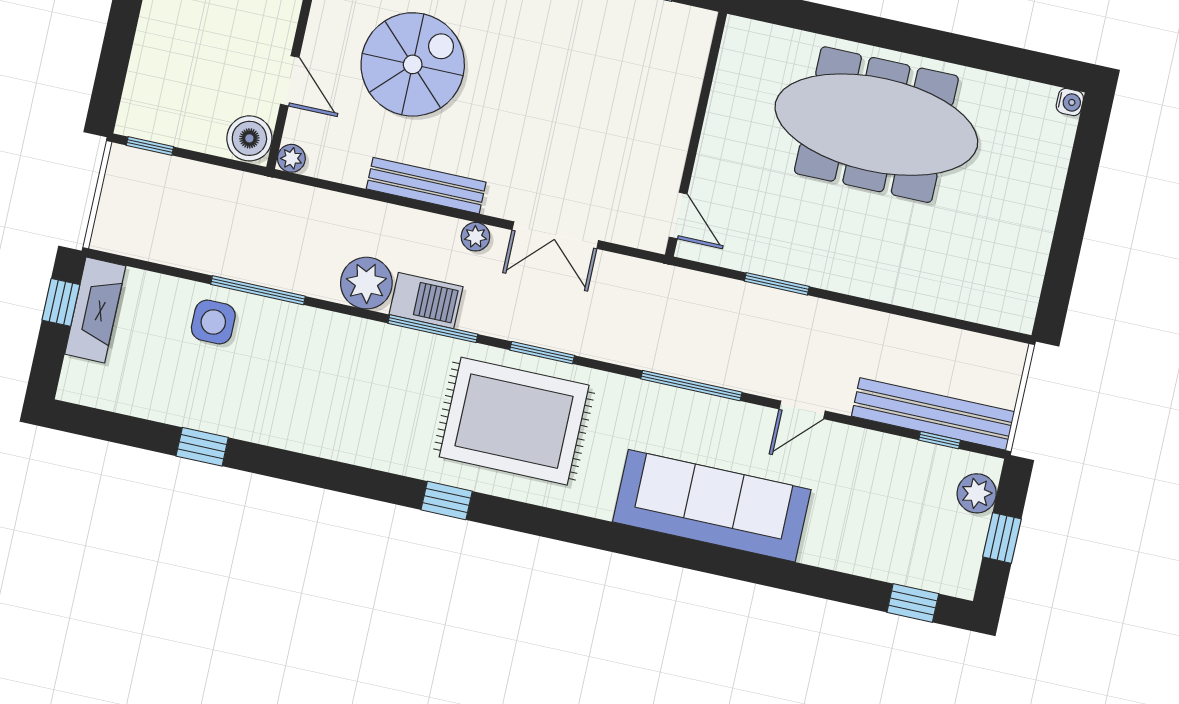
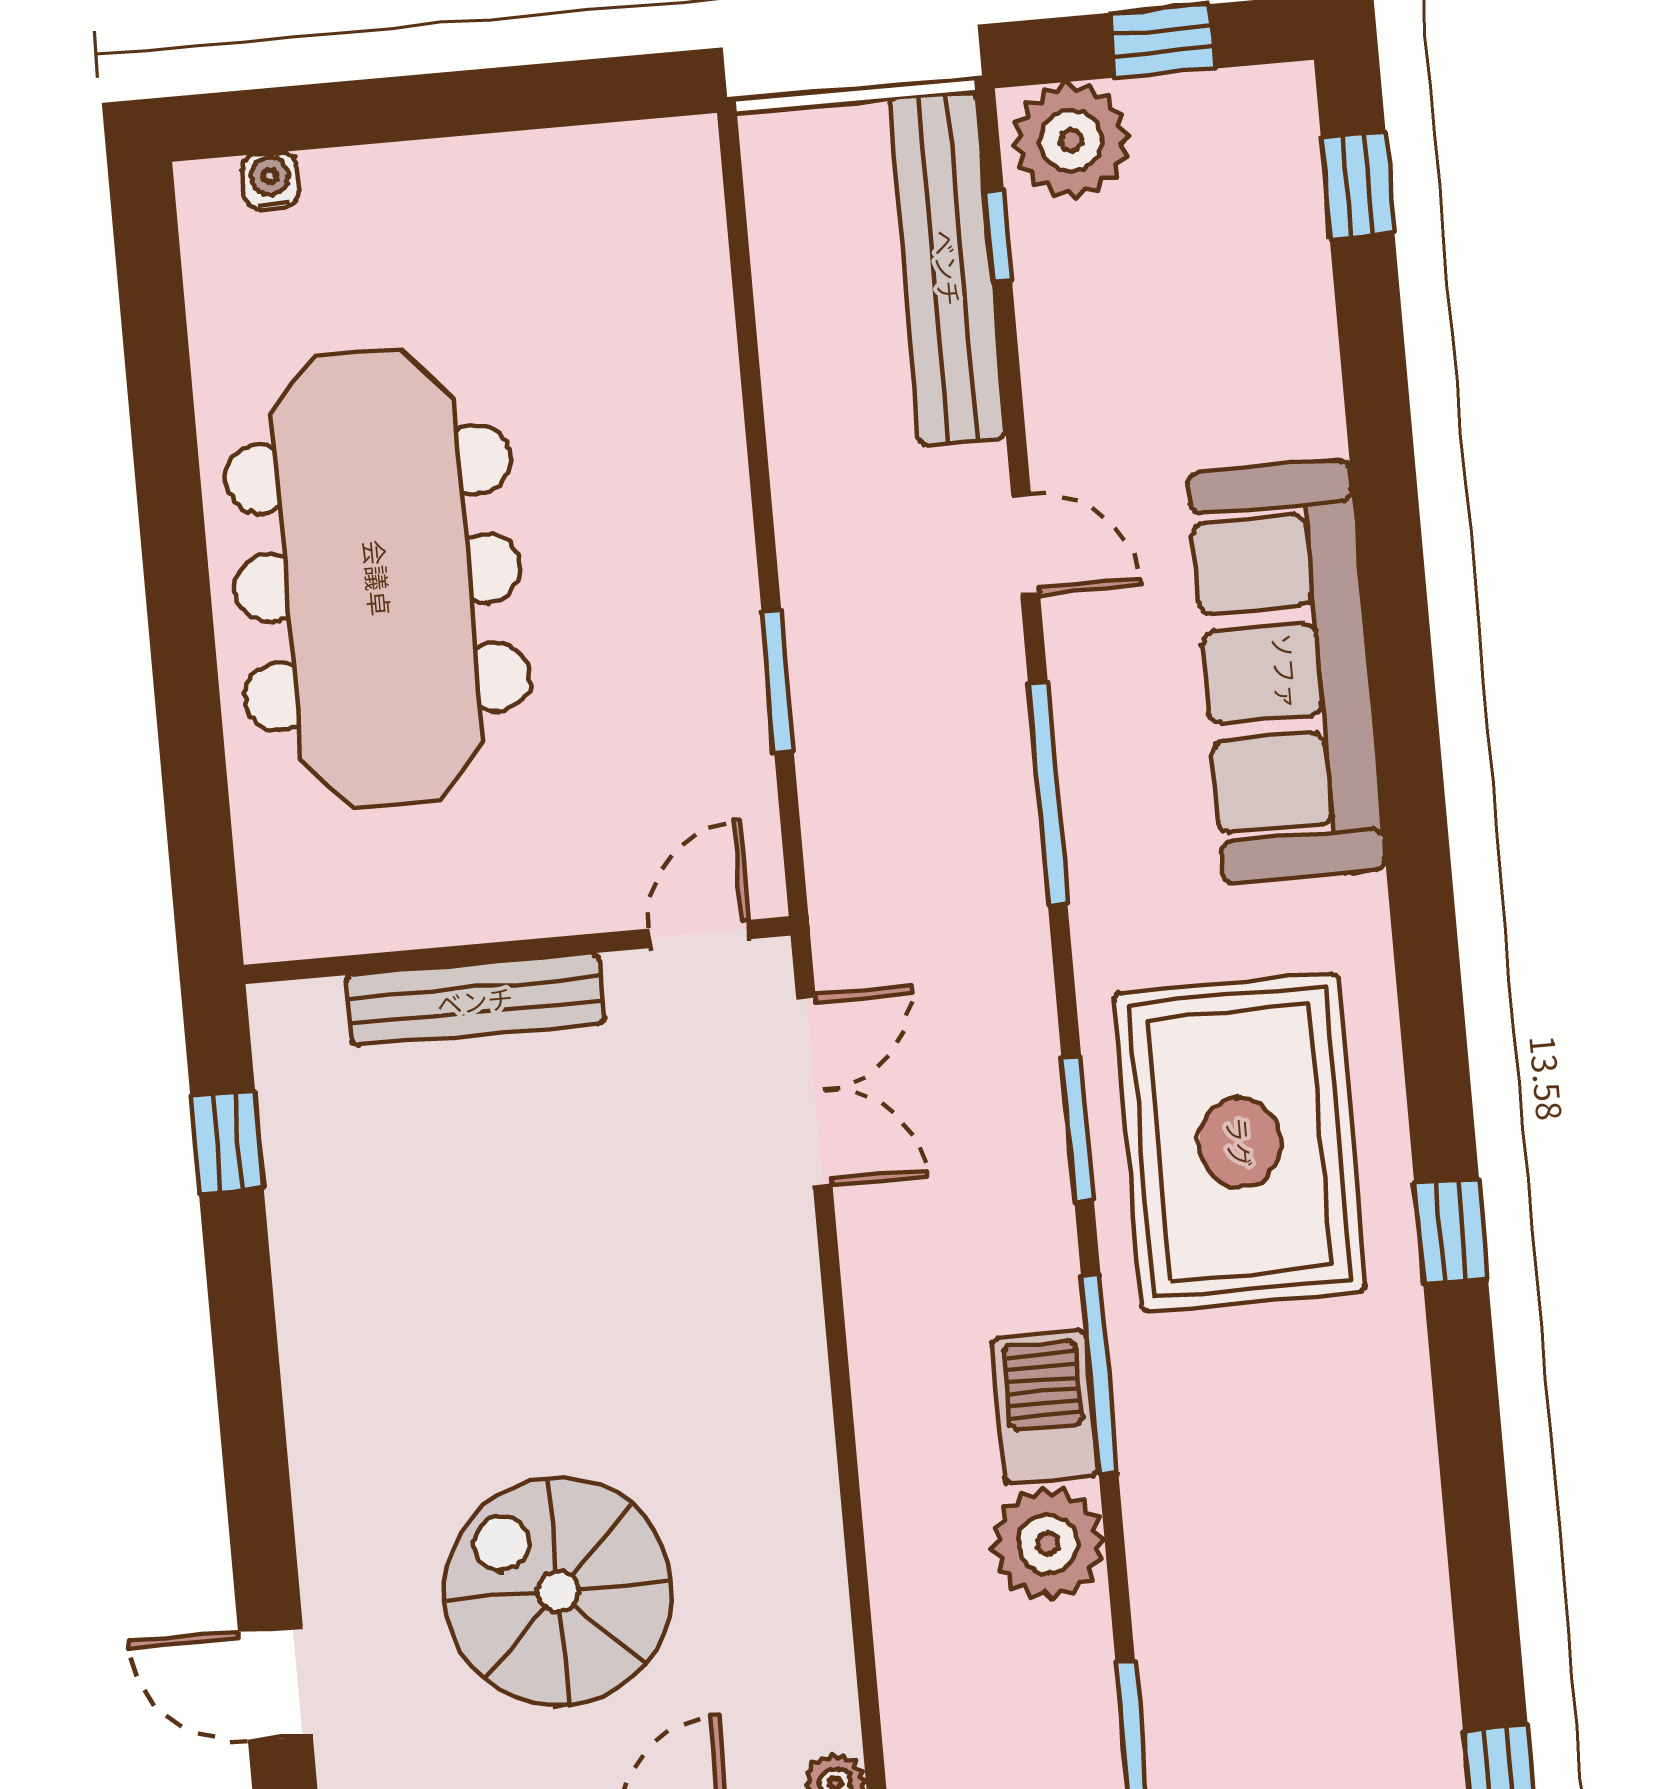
water cooler: (1070, 102) -> (270, 181), moved
bench: (426, 186) -> (475, 1000), moved, turned 90
double door: (555, 235) -> (814, 1091), moved
plant: (475, 237) -> (878, 1345), removed
plant: (977, 493) -> (1071, 140), width x1.36, depth x1.36

